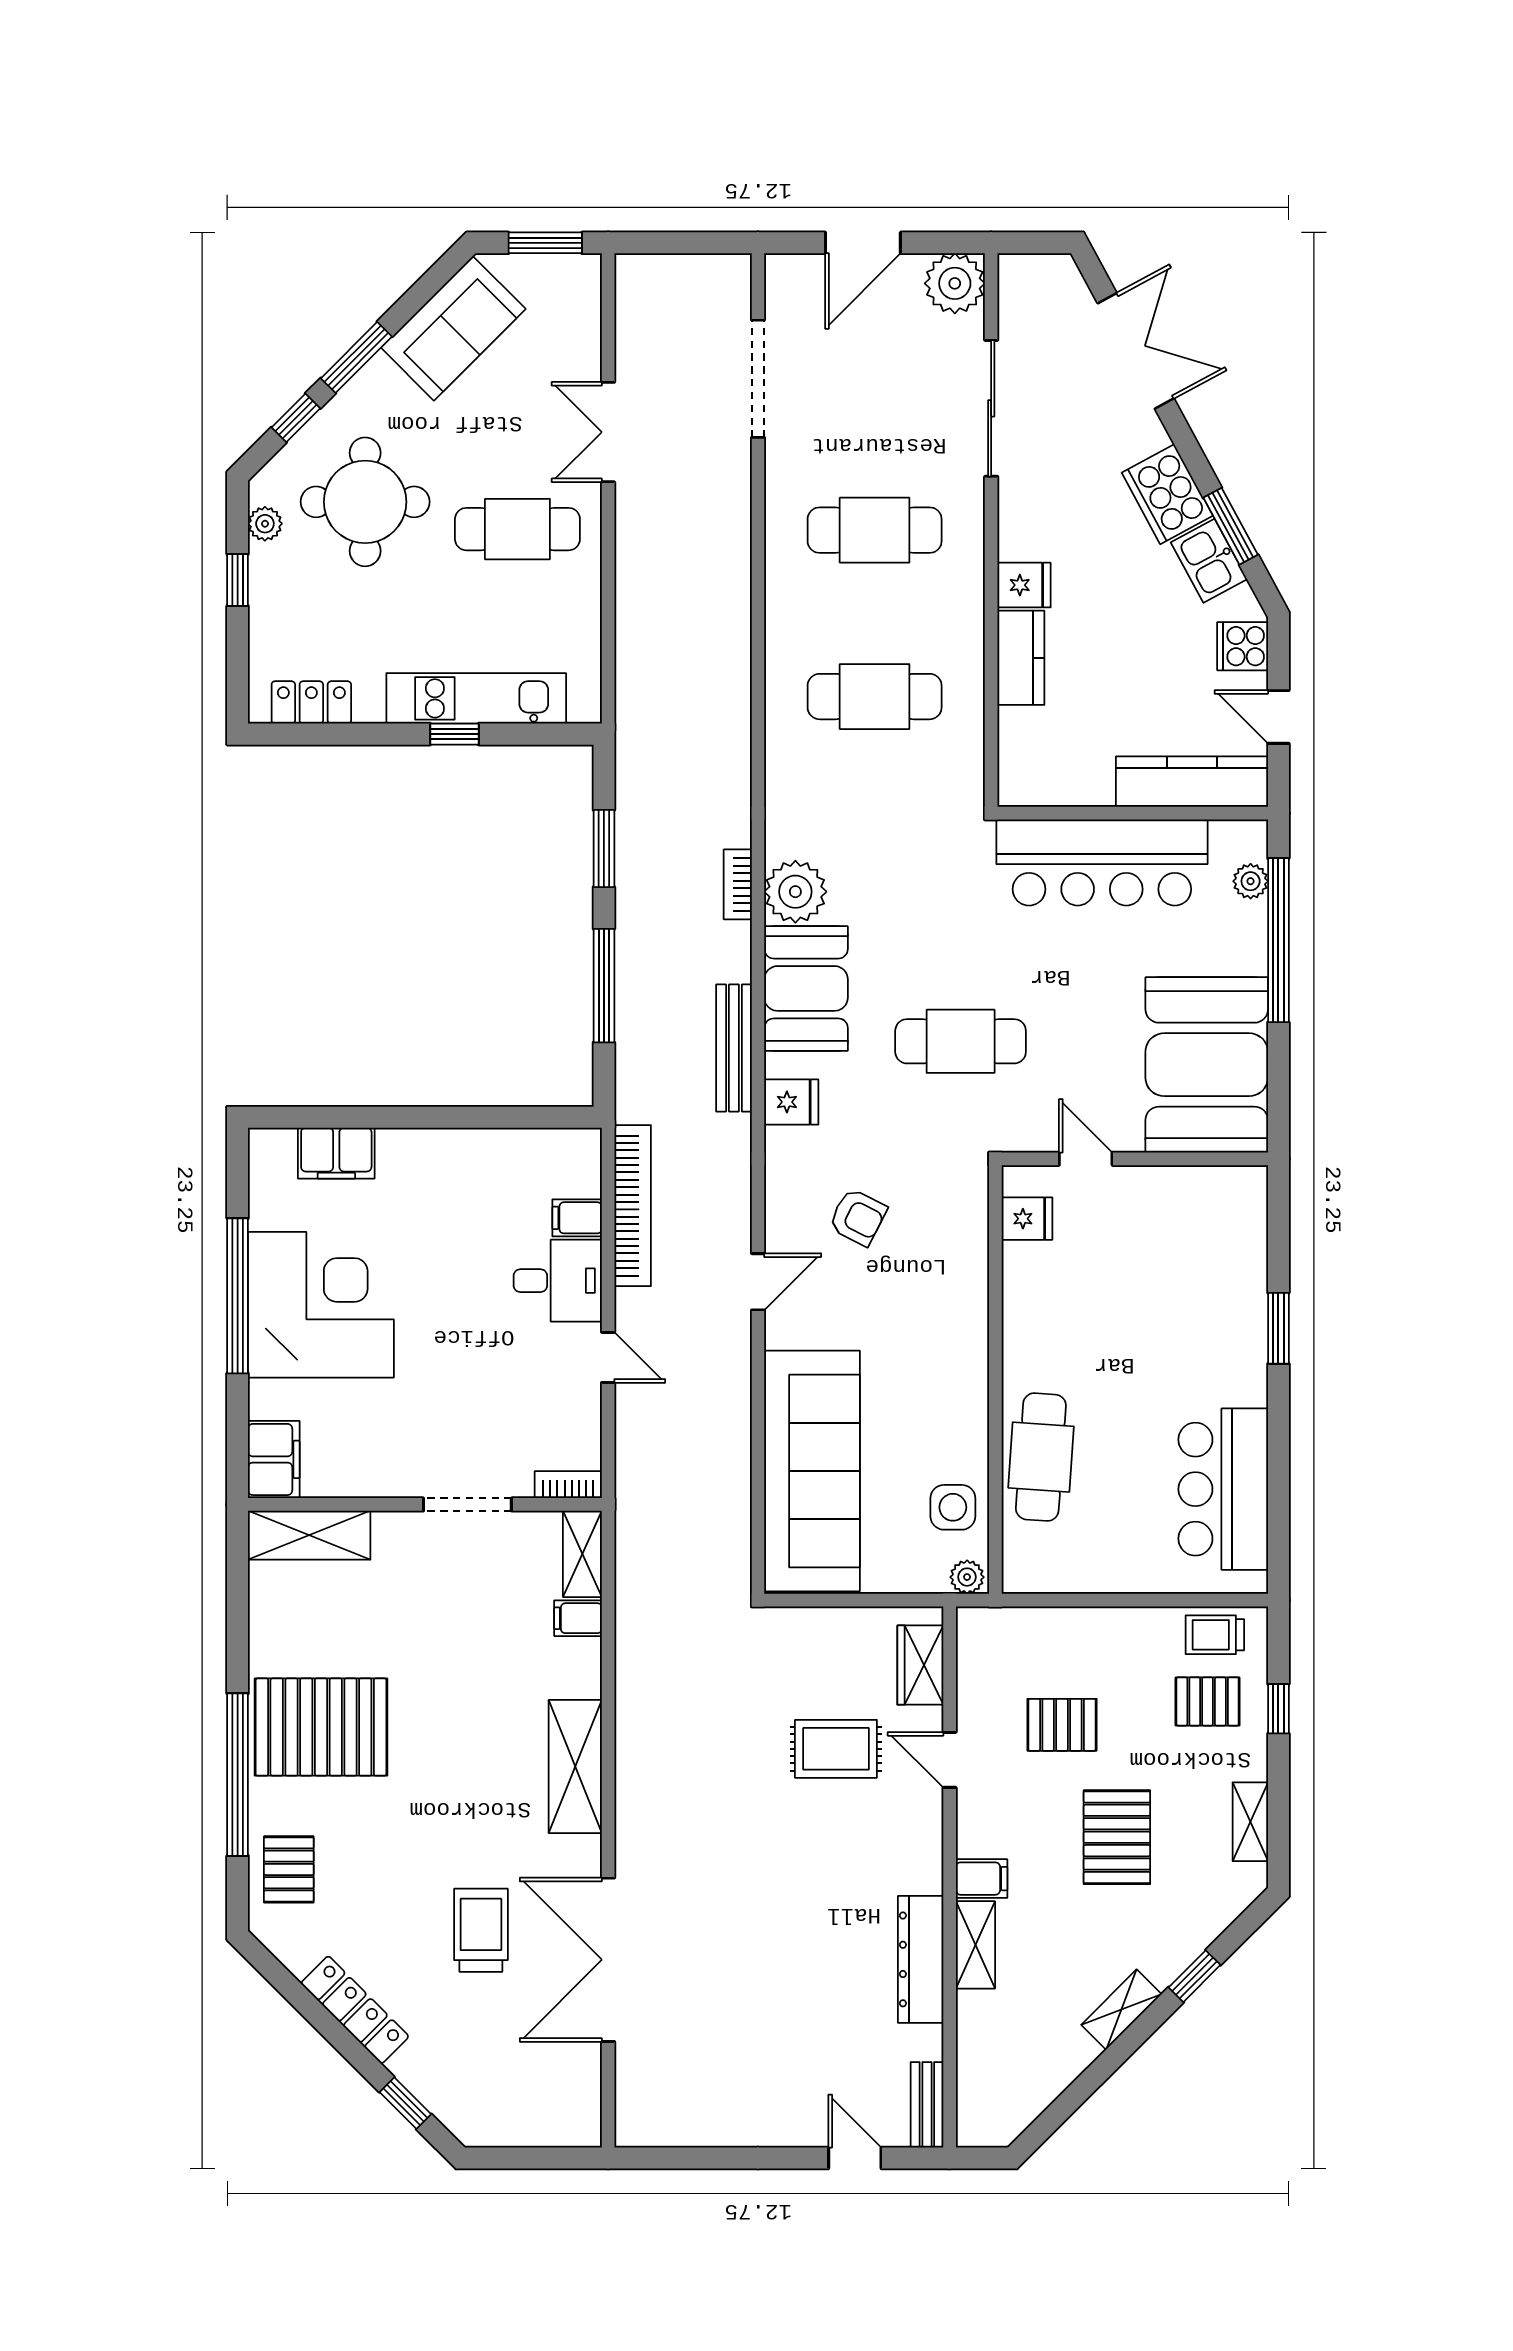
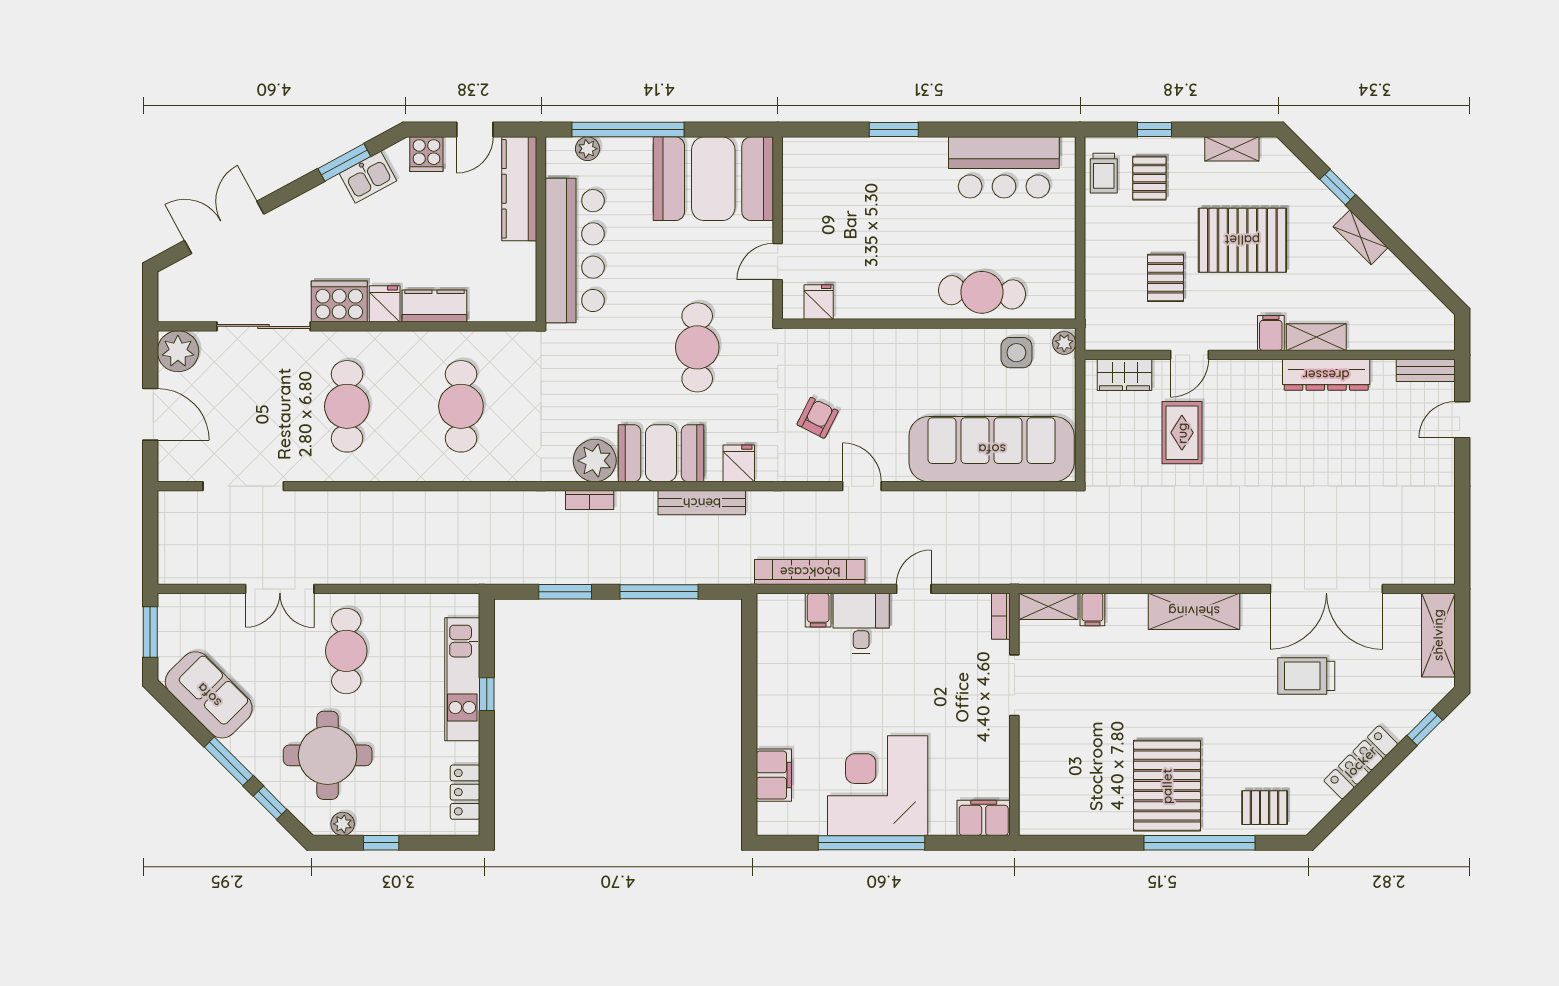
cooker: (1167, 494) -> (339, 302), moved, turned -152
shelving: (309, 1535) -> (1438, 635), moved
pallet: (1117, 1837) -> (1242, 240), width x1.37, depth x1.41

